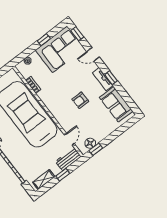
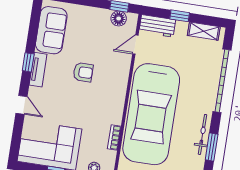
window: (77, 34) -> (16, 142), removed

